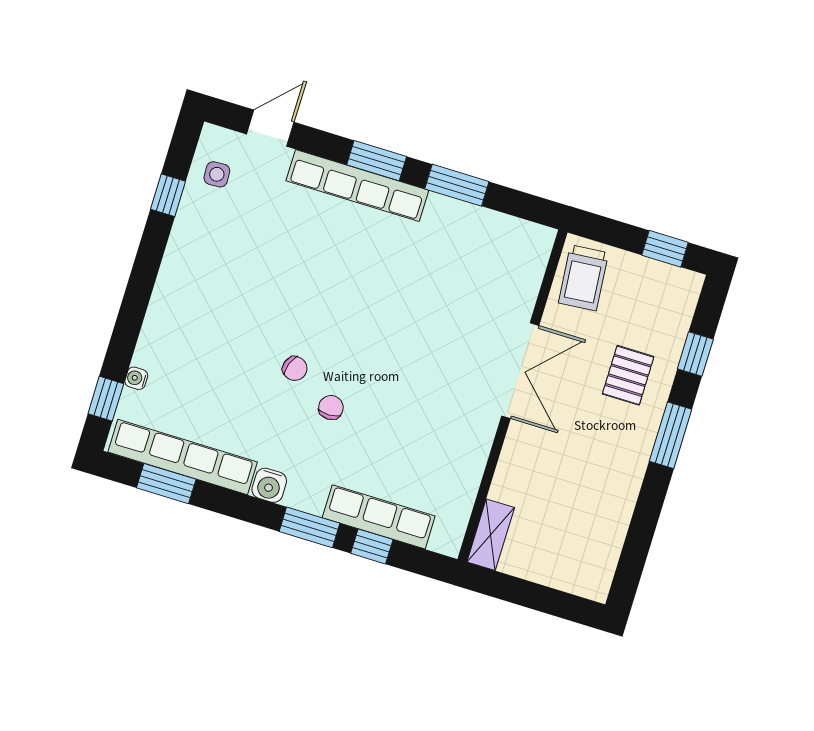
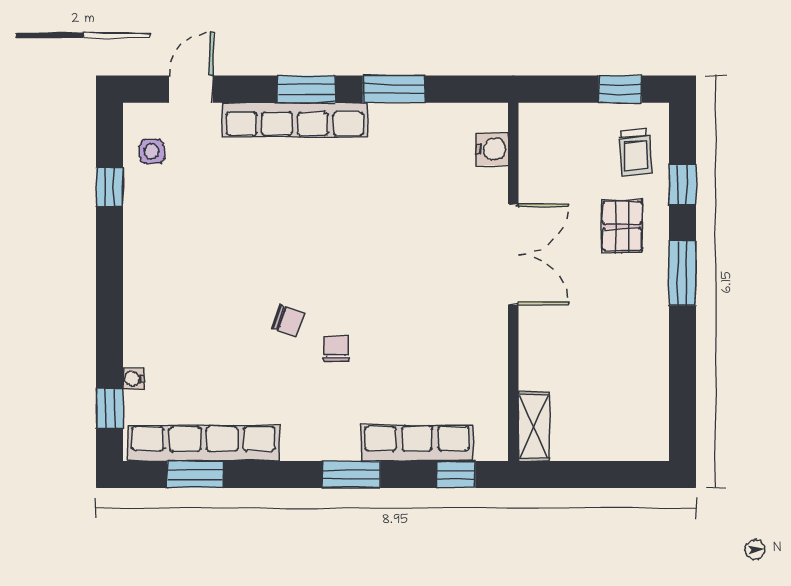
trolley: (583, 278) -> (636, 153), moved, width x0.73, depth x0.72
water cooler: (269, 485) -> (492, 149), moved, turned -90
window: (372, 546) -> (456, 474), moved

